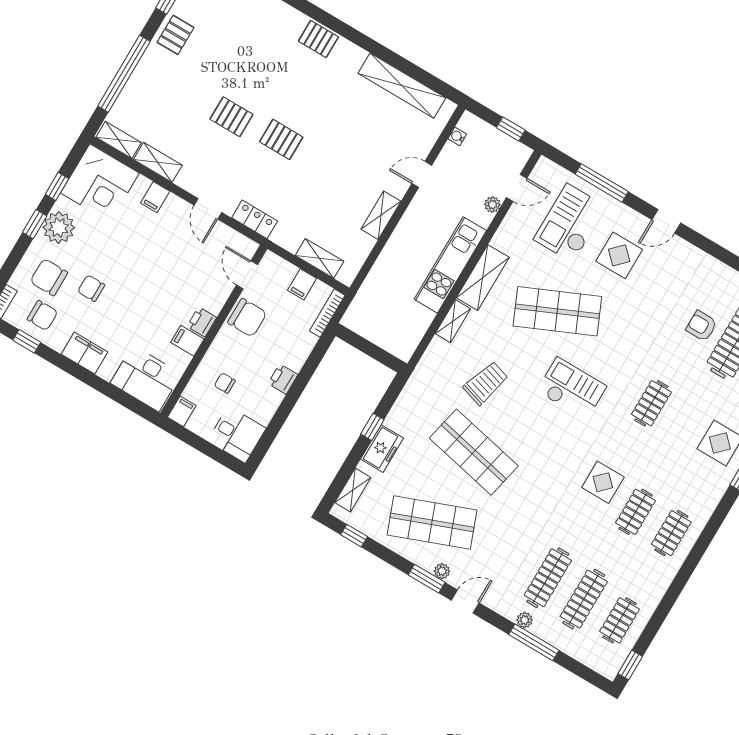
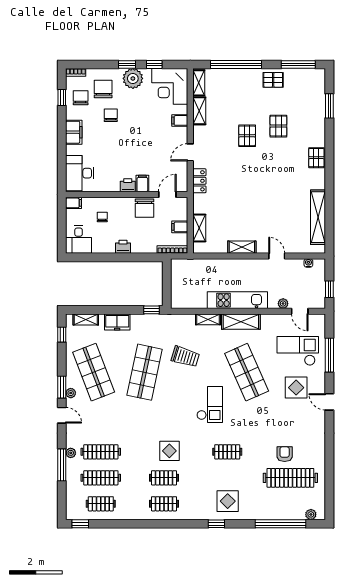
pallet: (281, 139) -> (278, 126), moved
chair: (42, 315) -> (81, 98), turned 180
filing cabinet: (187, 341) -> (142, 183), moved
window: (372, 427) -> (152, 310), moved

